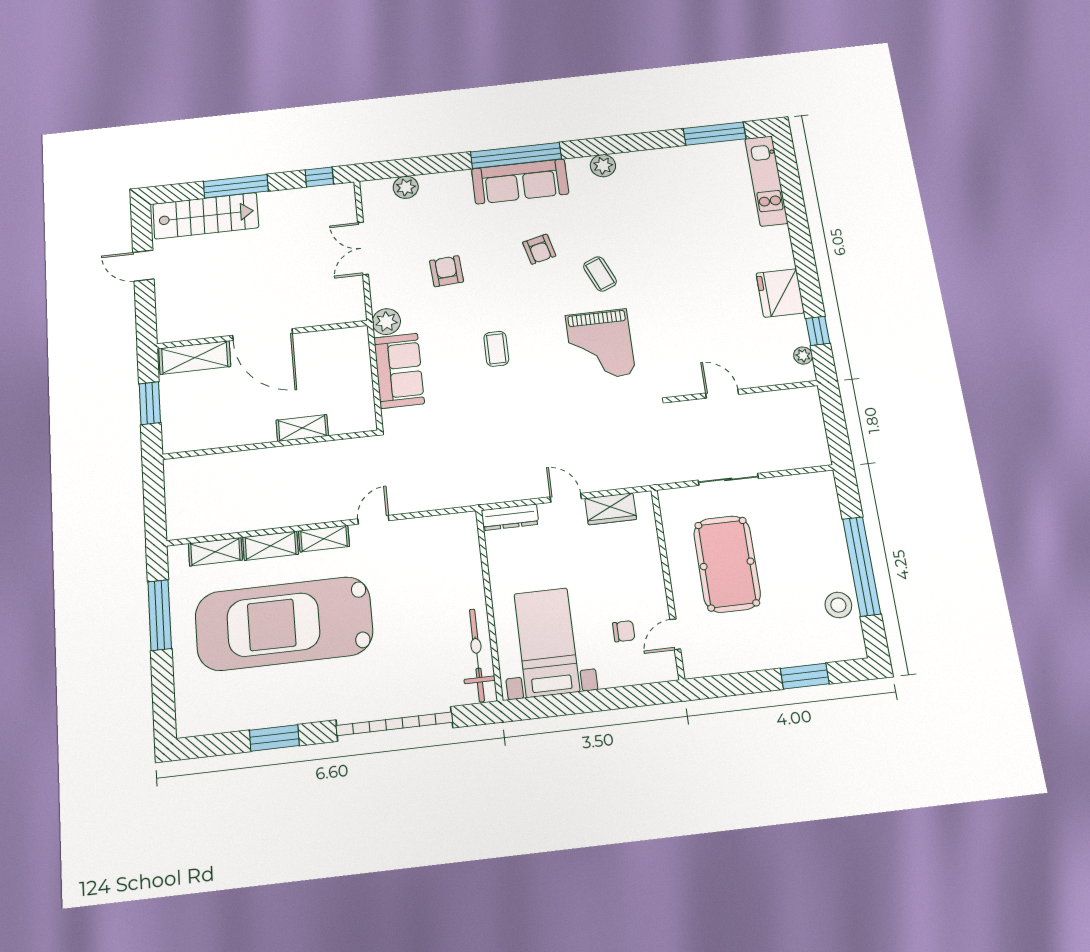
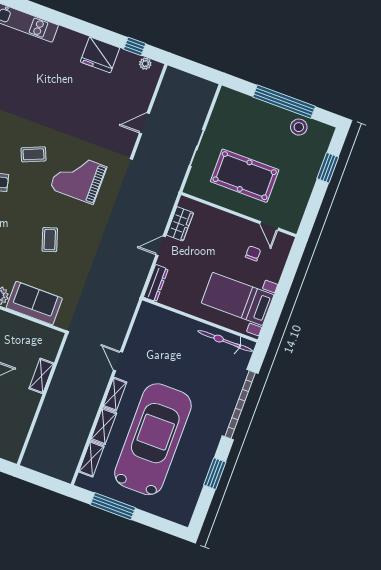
grand piano: (600, 345) -> (78, 178), turned 180
coffee table: (496, 349) -> (50, 240), turned 72
car: (284, 623) -> (153, 439), turned 180

